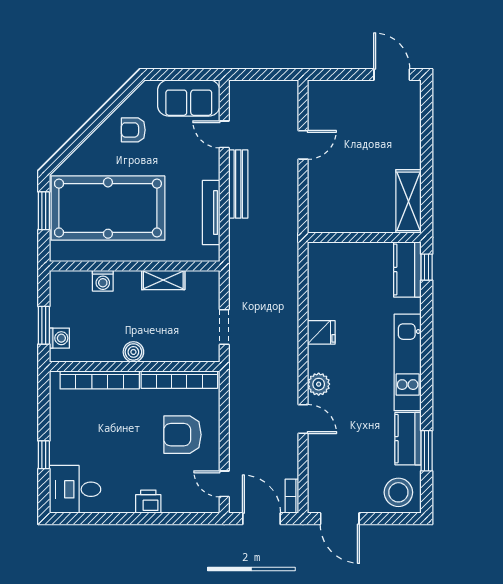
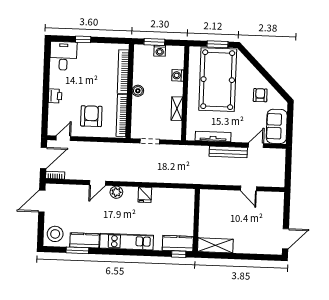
washing machine: (59, 338) -> (160, 51), moved

